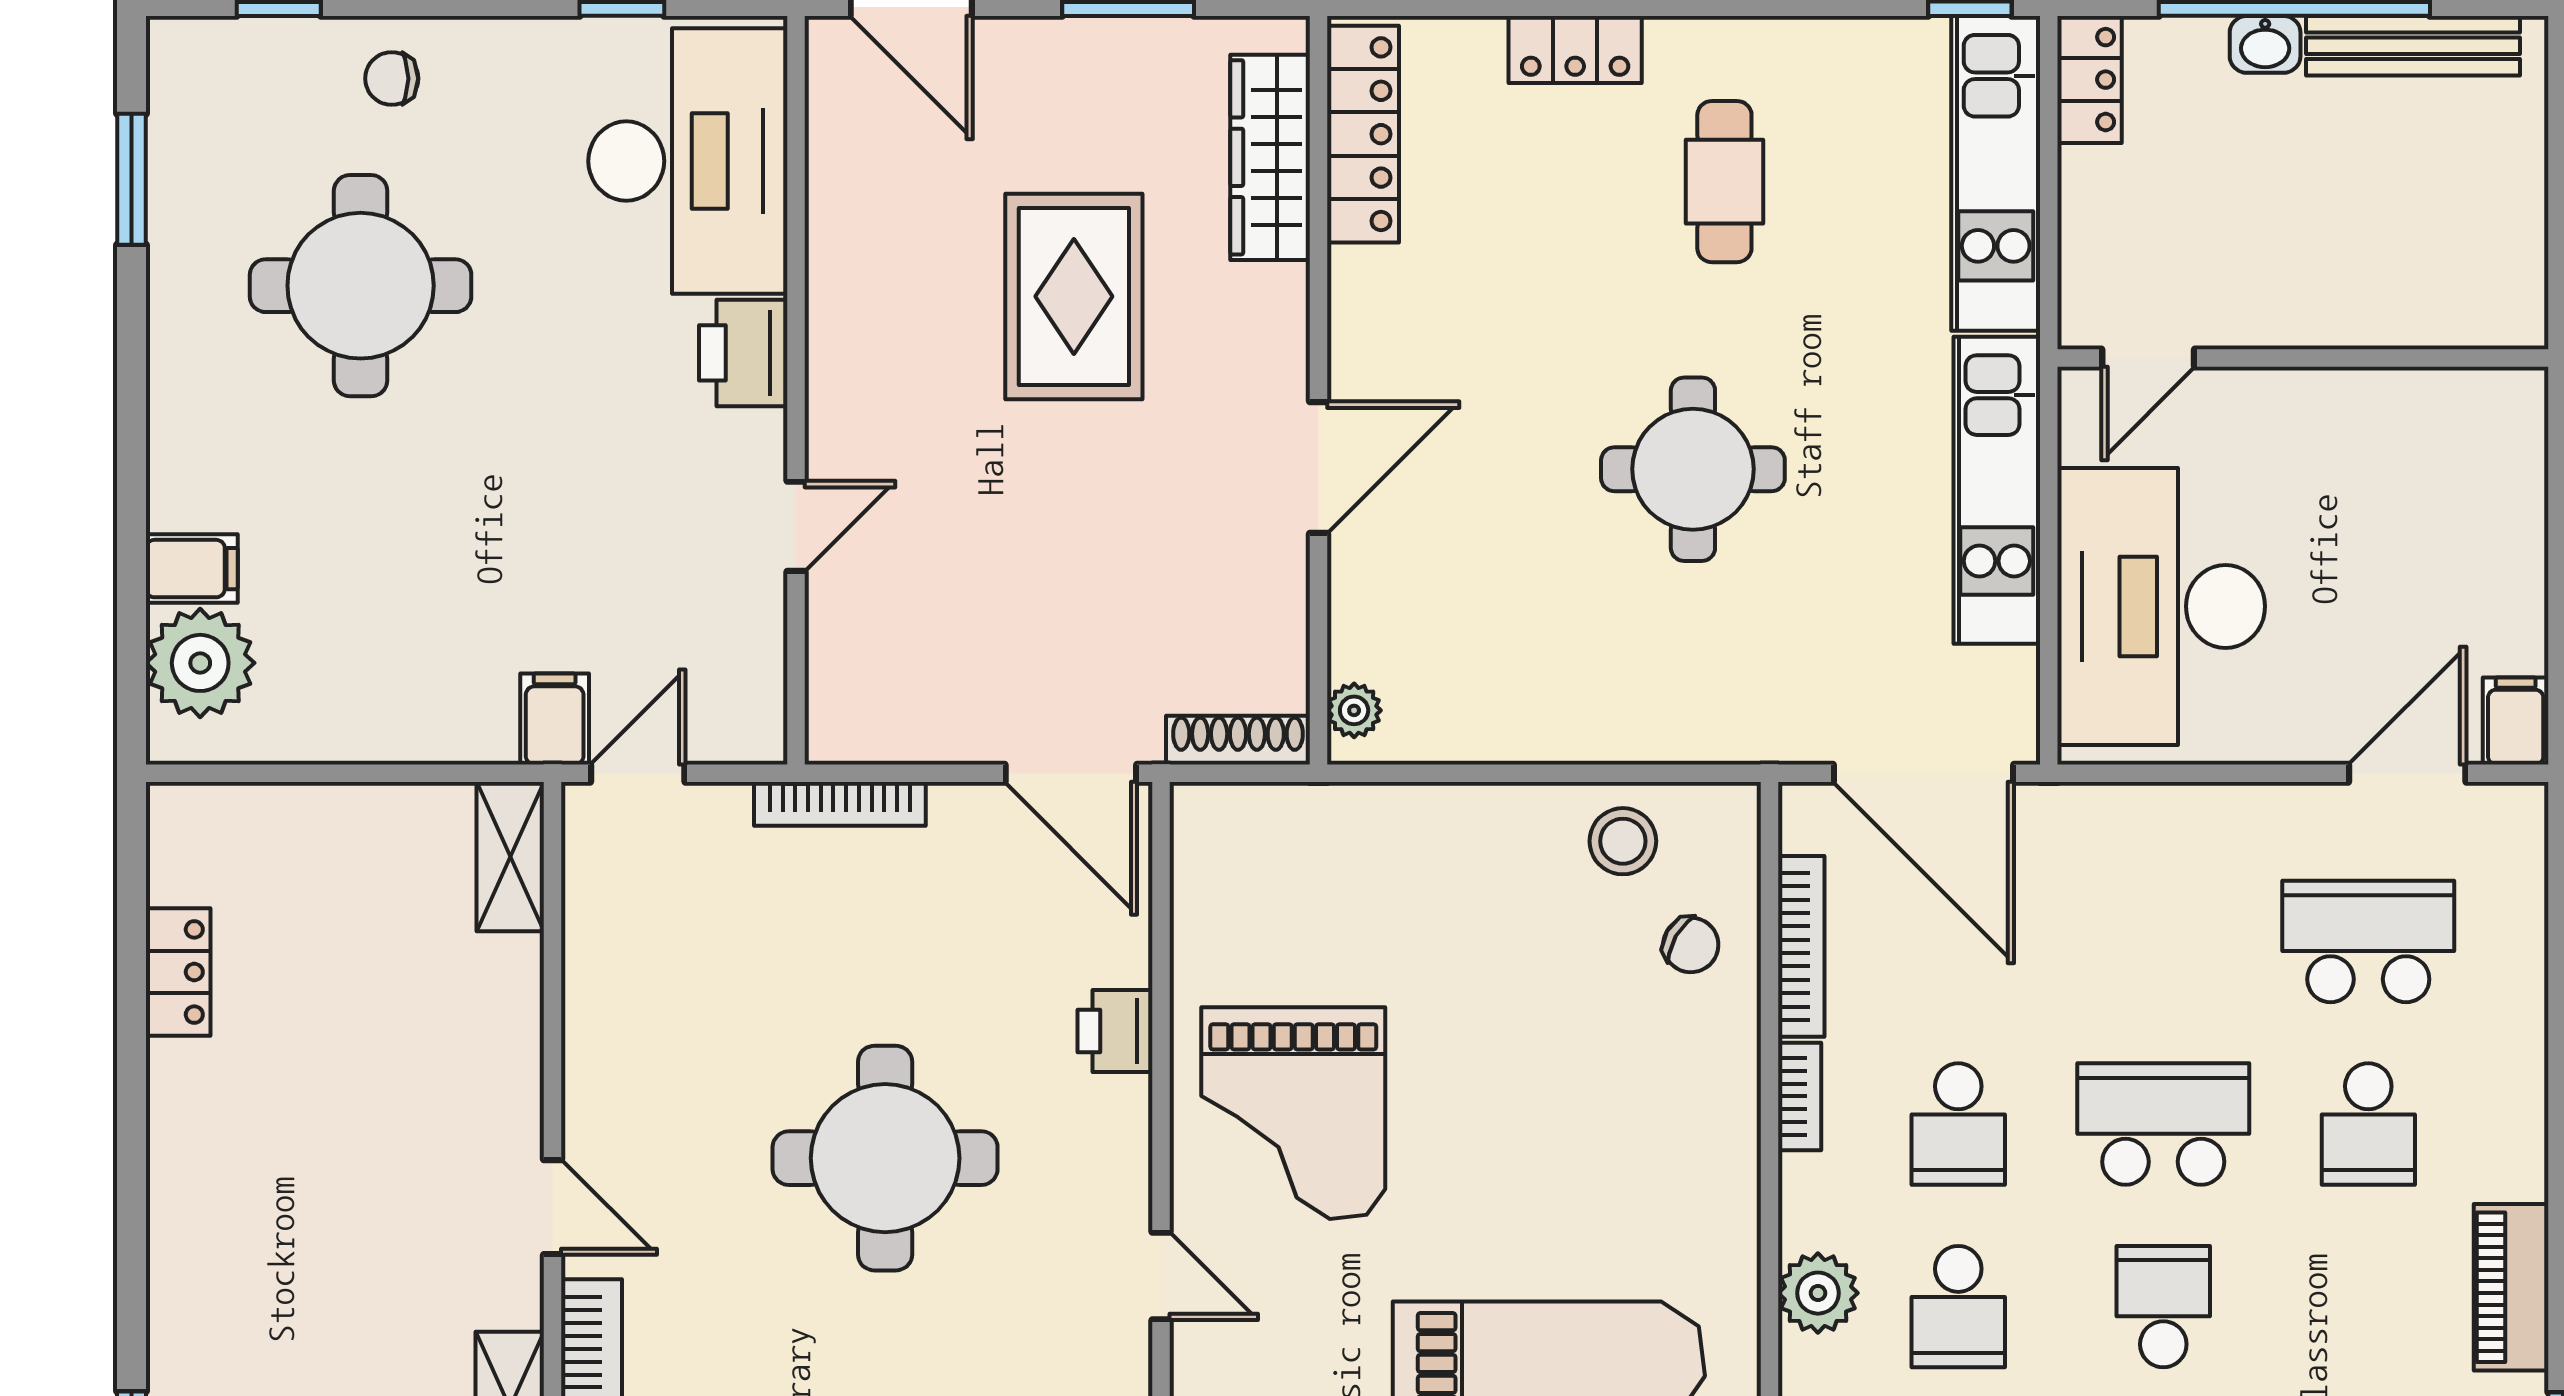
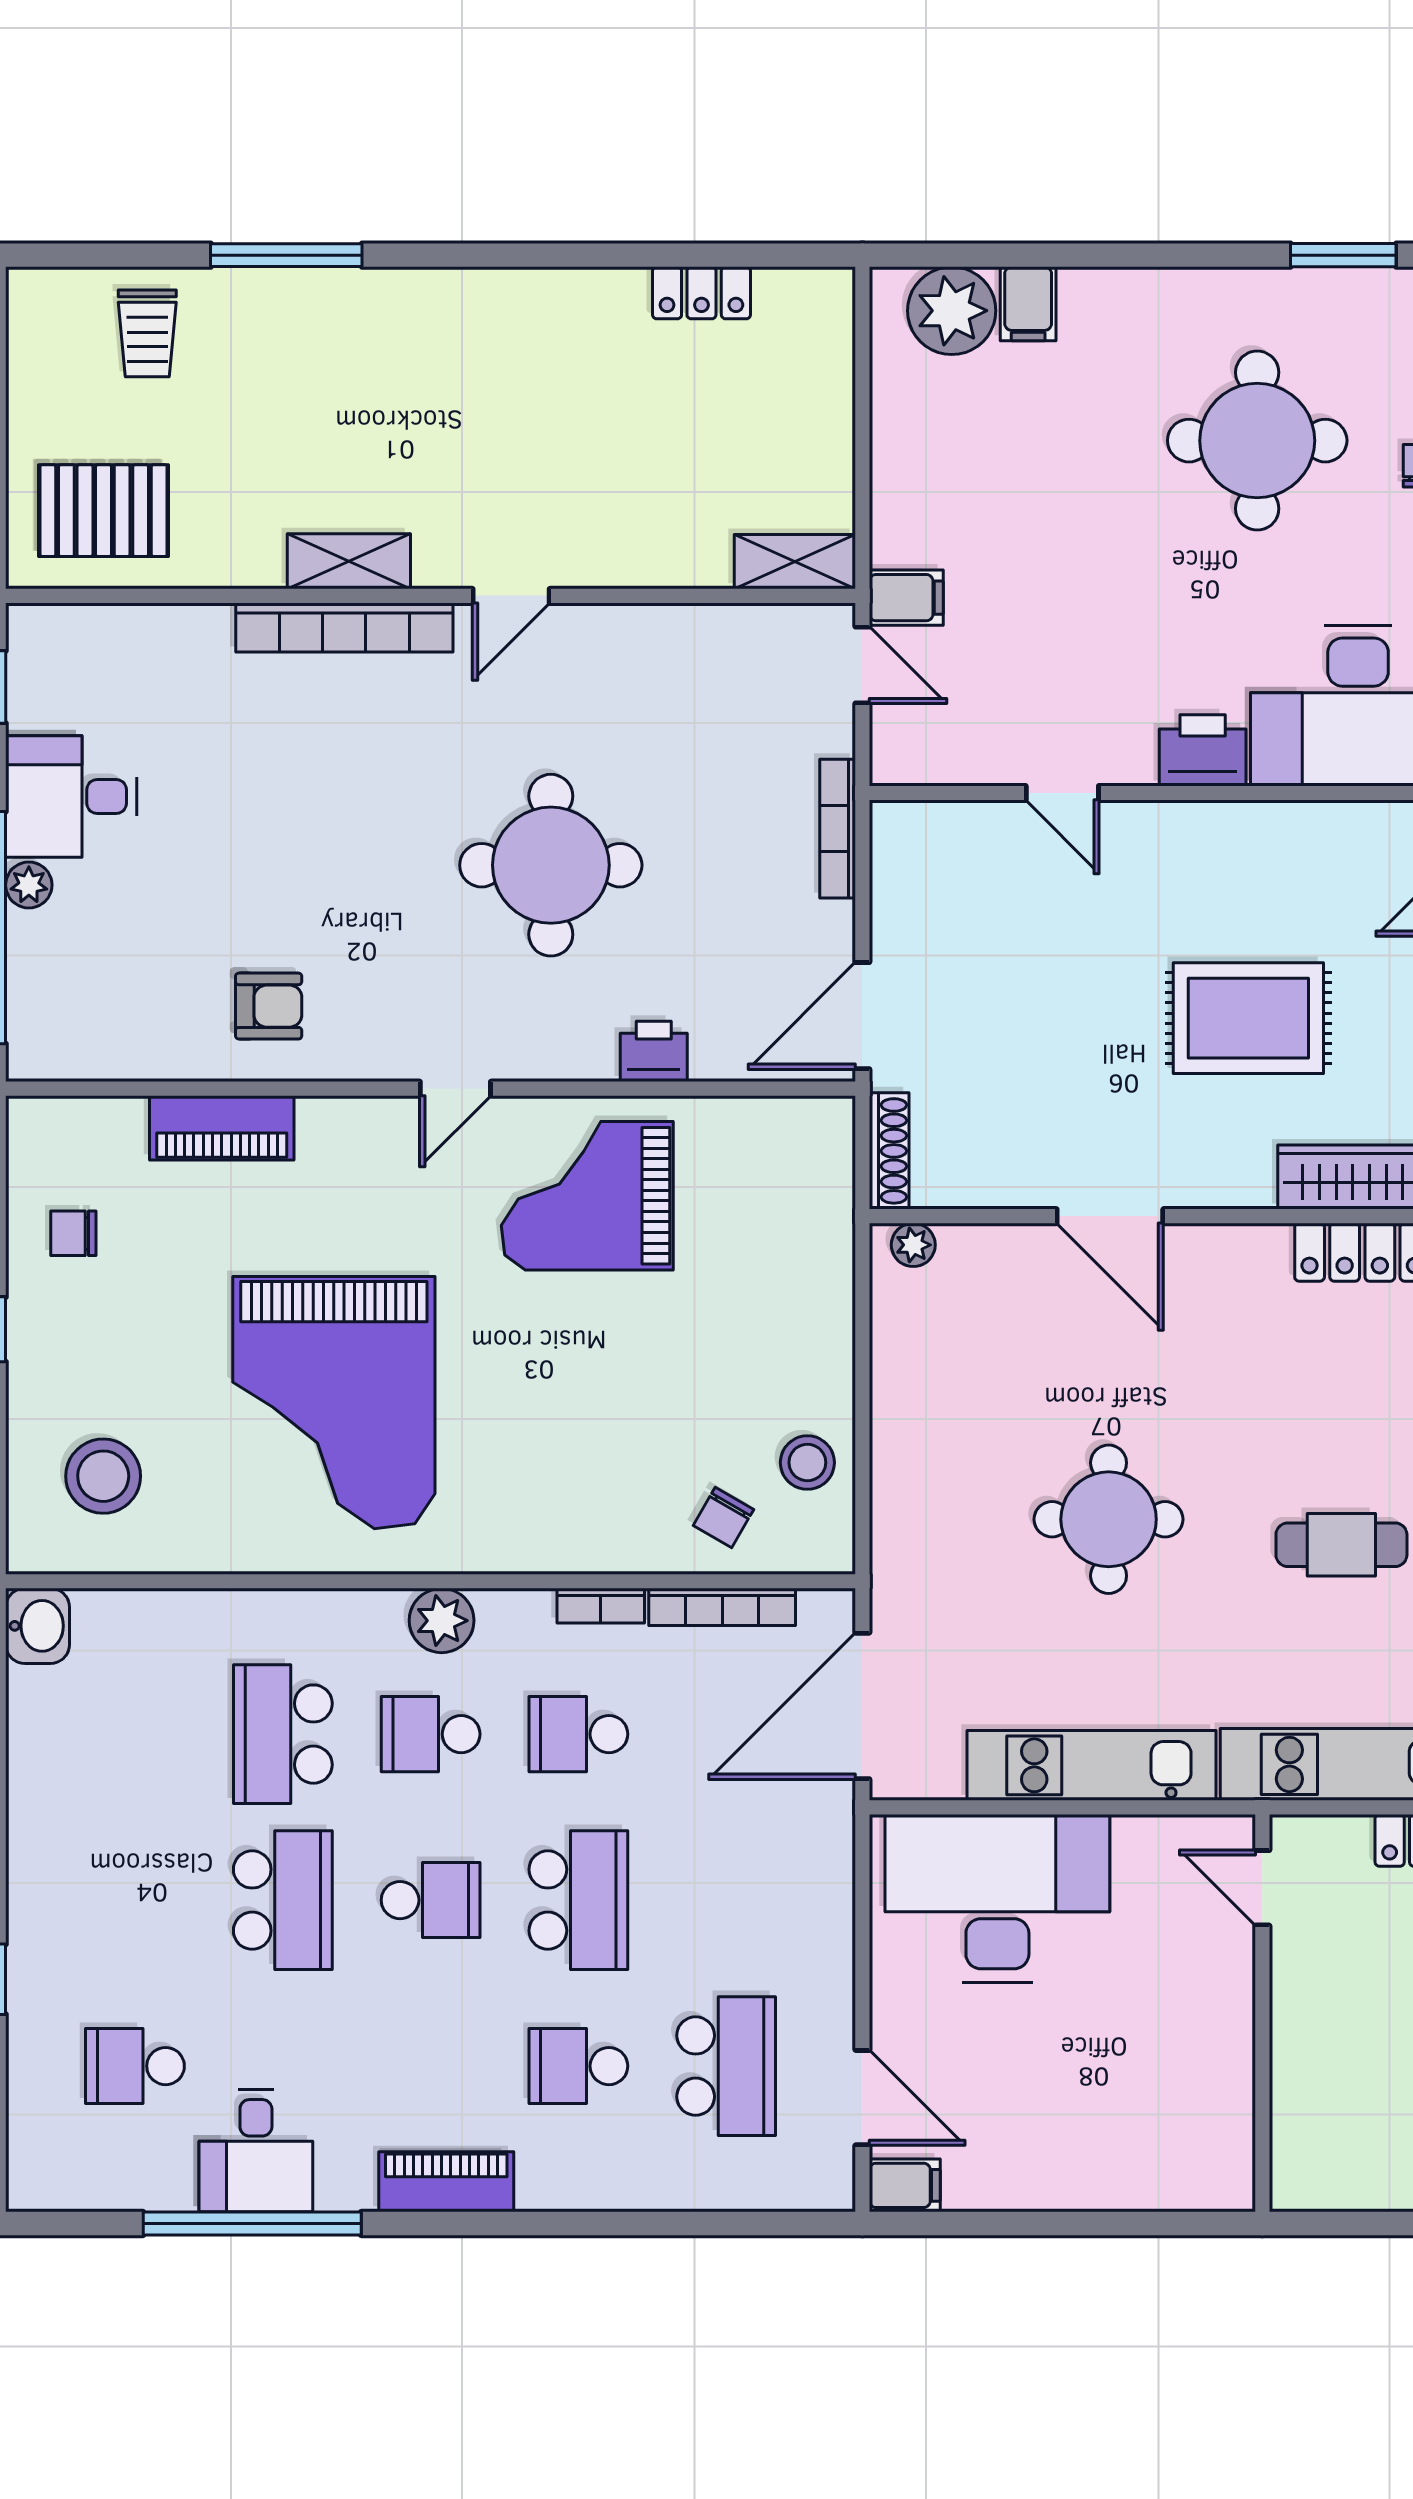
door: (2148, 358) -> (1262, 1888), moved
wall: (2303, 358) -> (1262, 2013), moved

